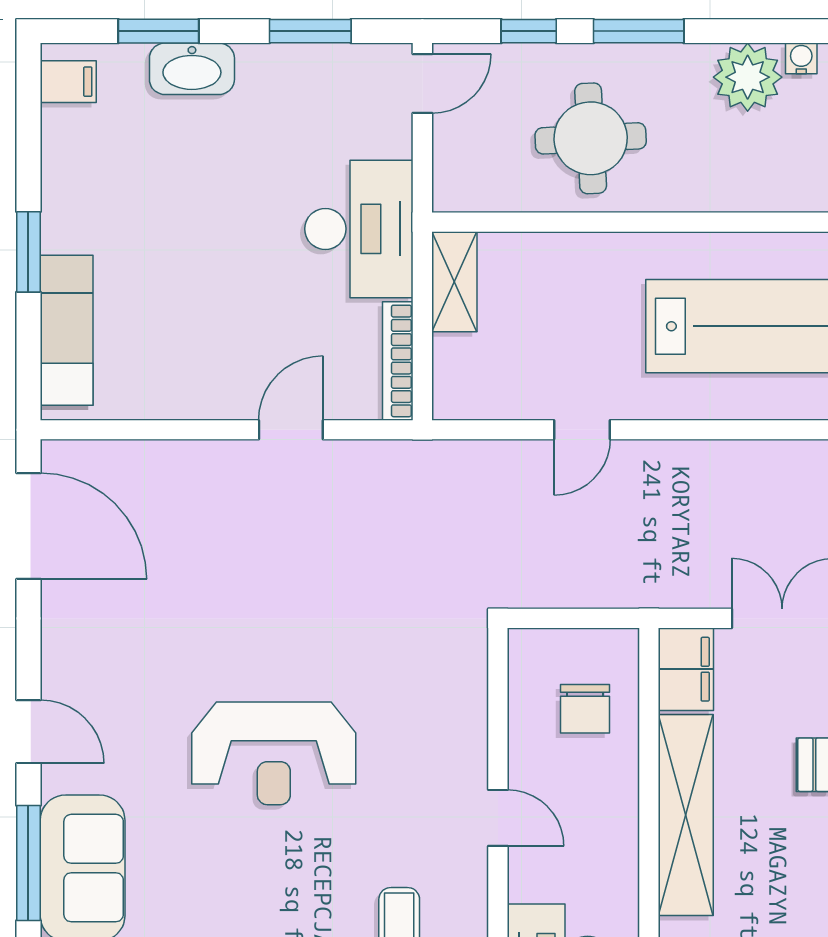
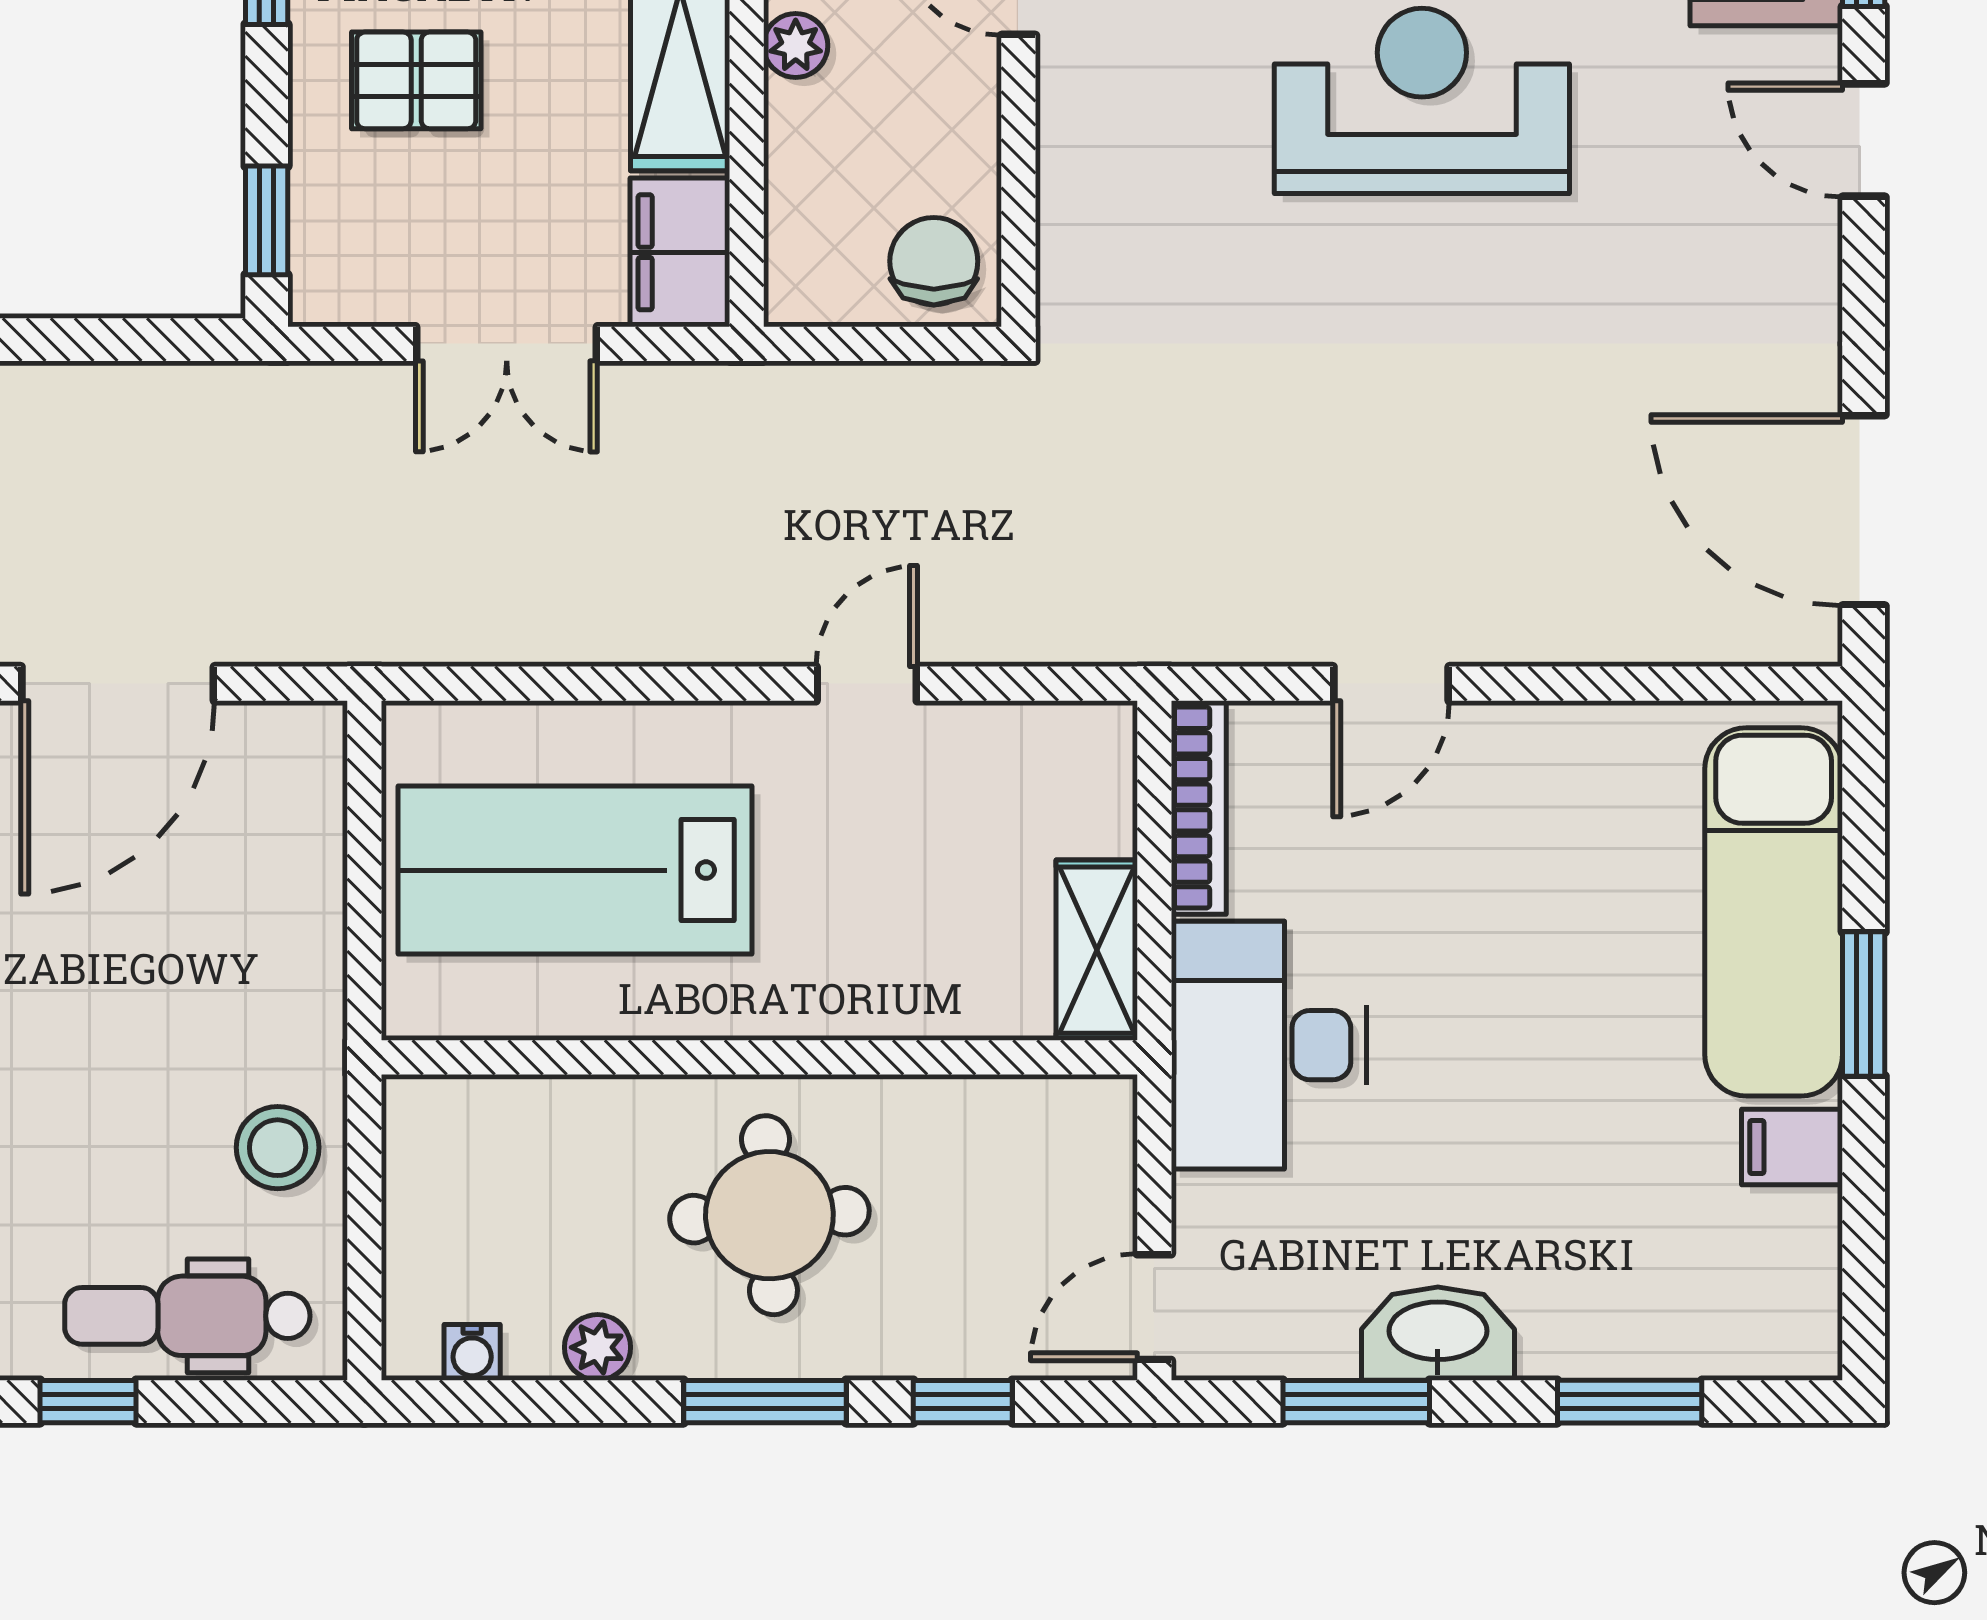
washbasin: (192, 69) -> (1438, 1334), moved
plant: (748, 77) -> (597, 1347), width x0.53, depth x0.53
filing cabinet: (68, 82) -> (1792, 1147), moved
round table: (591, 138) -> (769, 1215), moved
exam couch: (67, 330) -> (1774, 912), width x1.36, depth x1.45
chair: (585, 709) -> (934, 261), moved
plant: (622, 784) -> (796, 45), added

